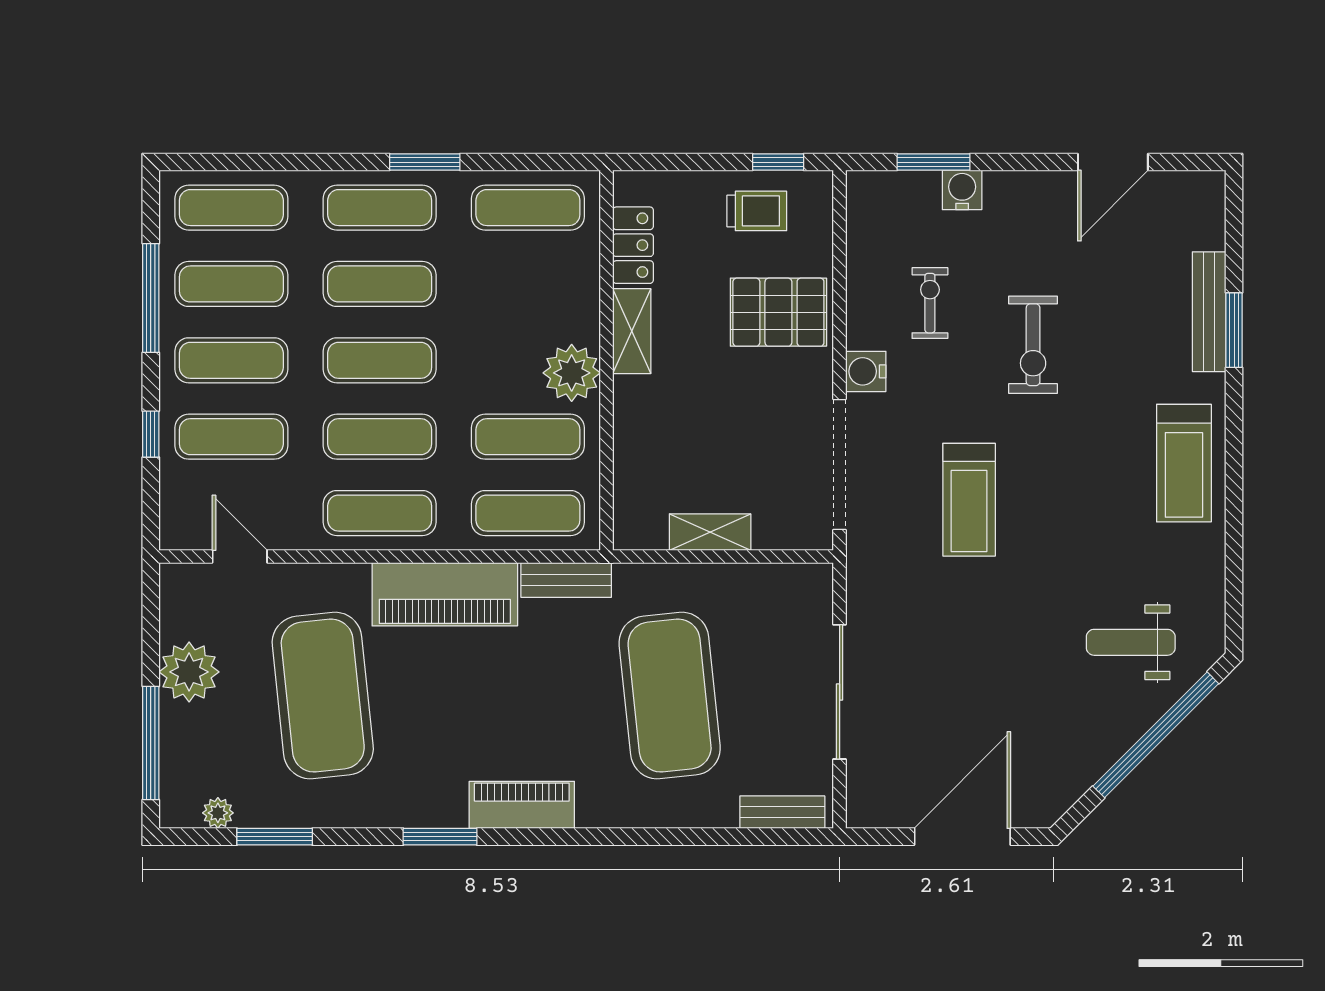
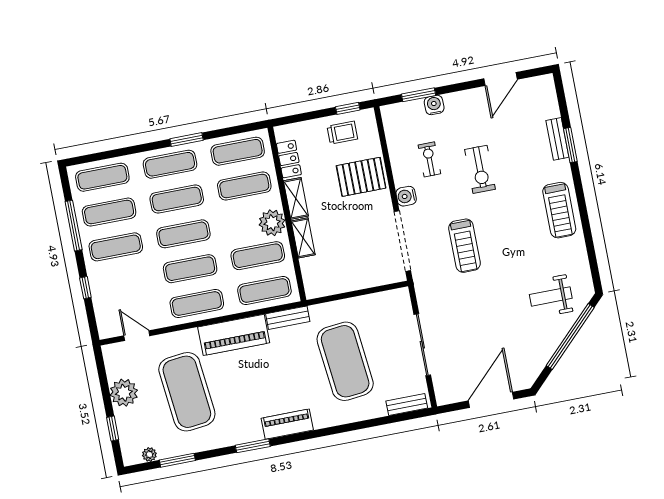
bench: (1209, 312) -> (557, 139), width x0.73
exercise mat: (231, 437) -> (244, 186), moved
shelving: (710, 532) -> (303, 238), moved, turned 90
window: (151, 743) -> (113, 428), width x0.46

